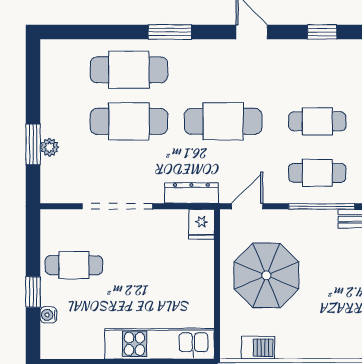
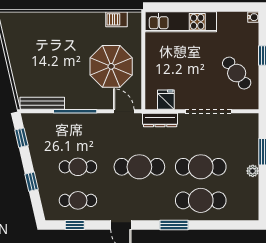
plant: (49, 147) -> (253, 171), moved
cafe table: (317, 173) -> (78, 200), moved
door: (247, 206) -> (124, 111), swing flipped
fridge: (202, 224) -> (166, 100), moved
cafe table: (74, 265) -> (237, 73), turned 52
water cooler: (48, 315) -> (253, 17), moved

